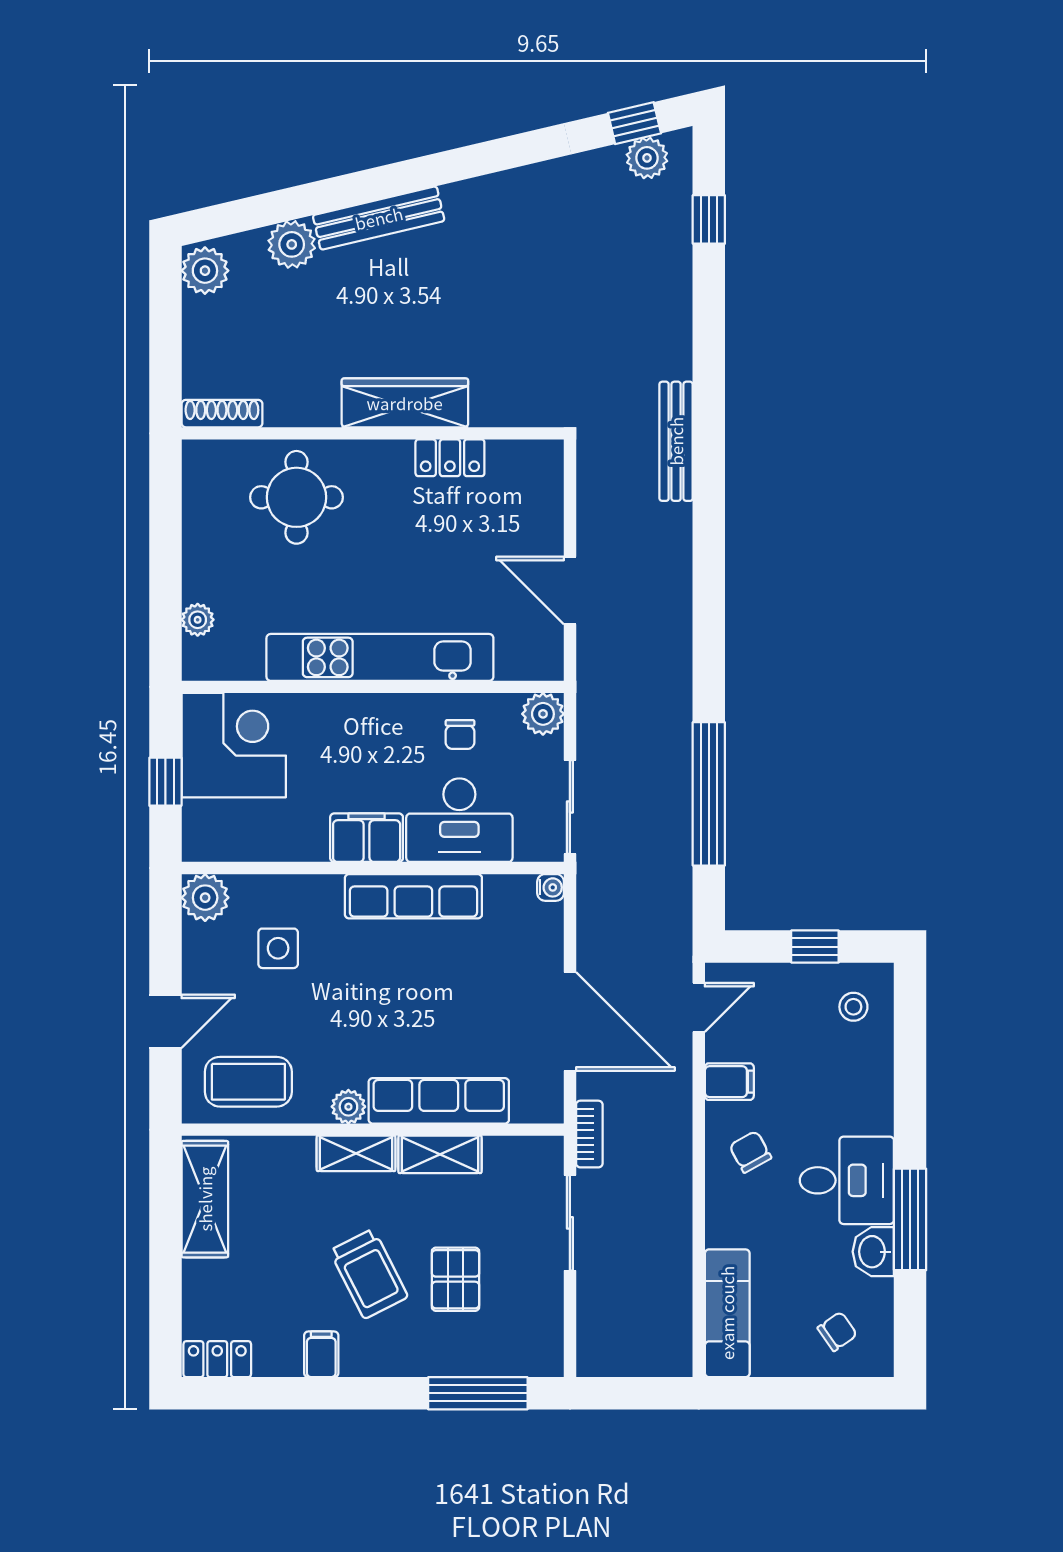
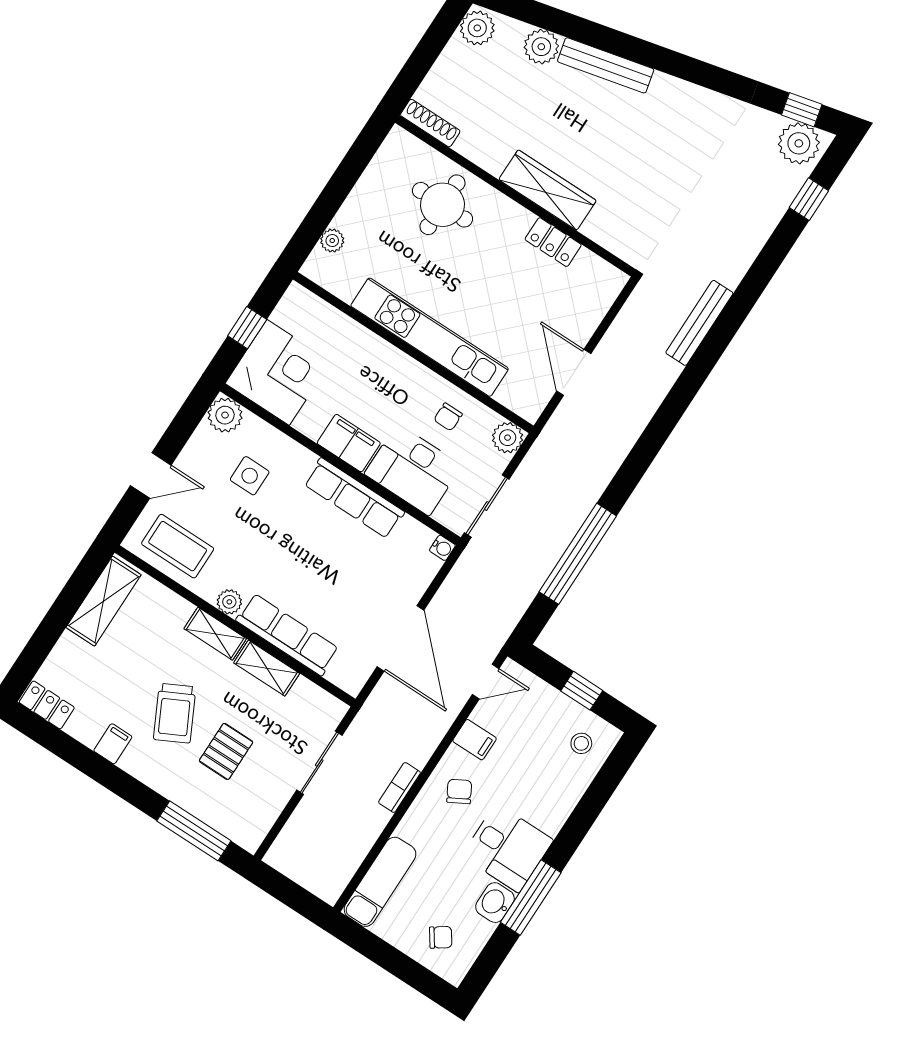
plant: (647, 158) -> (799, 143), width x1.36, depth x1.36
corner desk: (234, 745) -> (278, 372), moved
bookcase: (589, 1134) -> (399, 787), moved, turned 180

